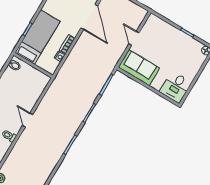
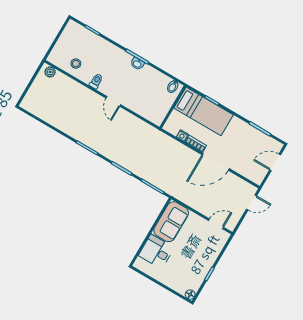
door: (89, 17) -> (216, 162), moved
door: (134, 38) -> (216, 224), moved
desk: (176, 87) -> (156, 252), moved
door: (28, 120) -> (113, 101), swing flipped

